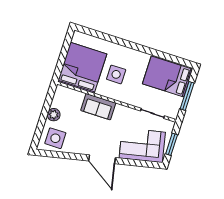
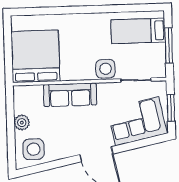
side table: (116, 74) -> (105, 69), moved
bed: (168, 76) -> (138, 31), width x0.67
sofa: (98, 107) -> (70, 95), width x1.36

